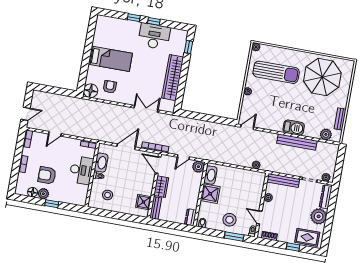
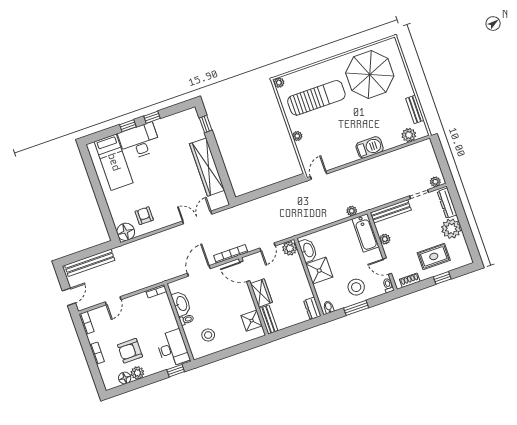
desk: (154, 36) -> (139, 141), moved
bed: (110, 59) -> (114, 162), moved, turned 90
bench: (297, 142) -> (90, 263), moved
desk: (81, 170) -> (173, 348), moved
bathtub: (257, 186) -> (366, 233), added
window: (52, 204) -> (176, 371), moved
window: (234, 236) -> (356, 308), moved
rug: (307, 237) -> (434, 256), moved

